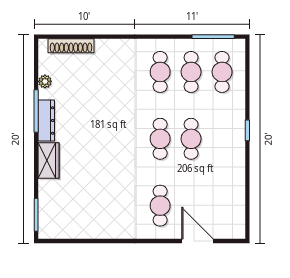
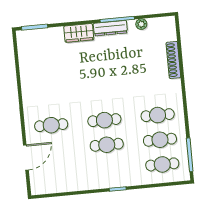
shoe rack: (71, 46) -> (173, 60), moved

